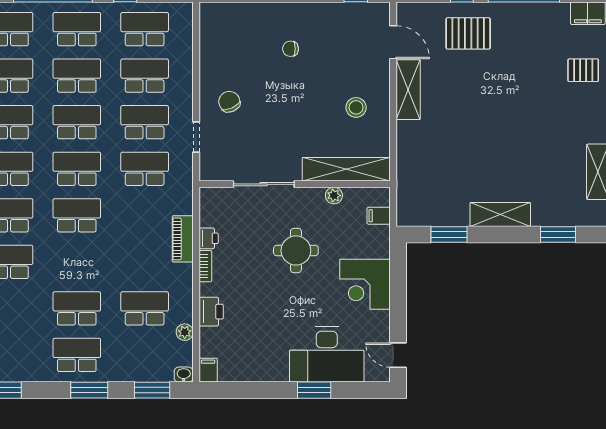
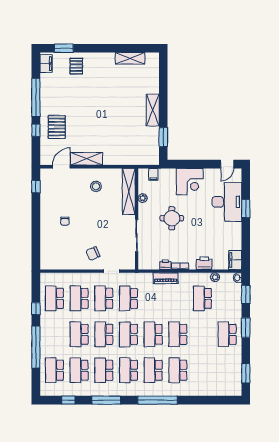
school desk: (77, 29) -> (54, 334), removed
window: (558, 234) -> (163, 79), removed
school desk: (77, 308) -> (178, 334), moved
filing cabinet: (208, 370) -> (235, 260), width x2.00

